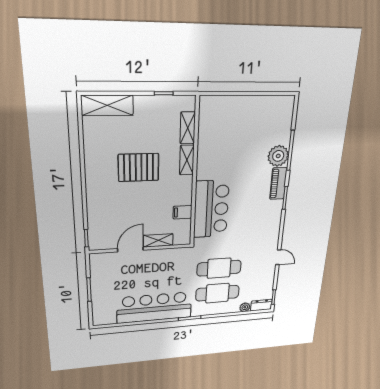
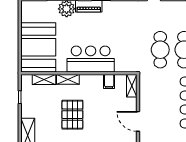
booth: (232, 119) -> (38, 47), added
bar counter: (211, 209) -> (91, 59), moved
shelving: (158, 240) -> (132, 86), moved

